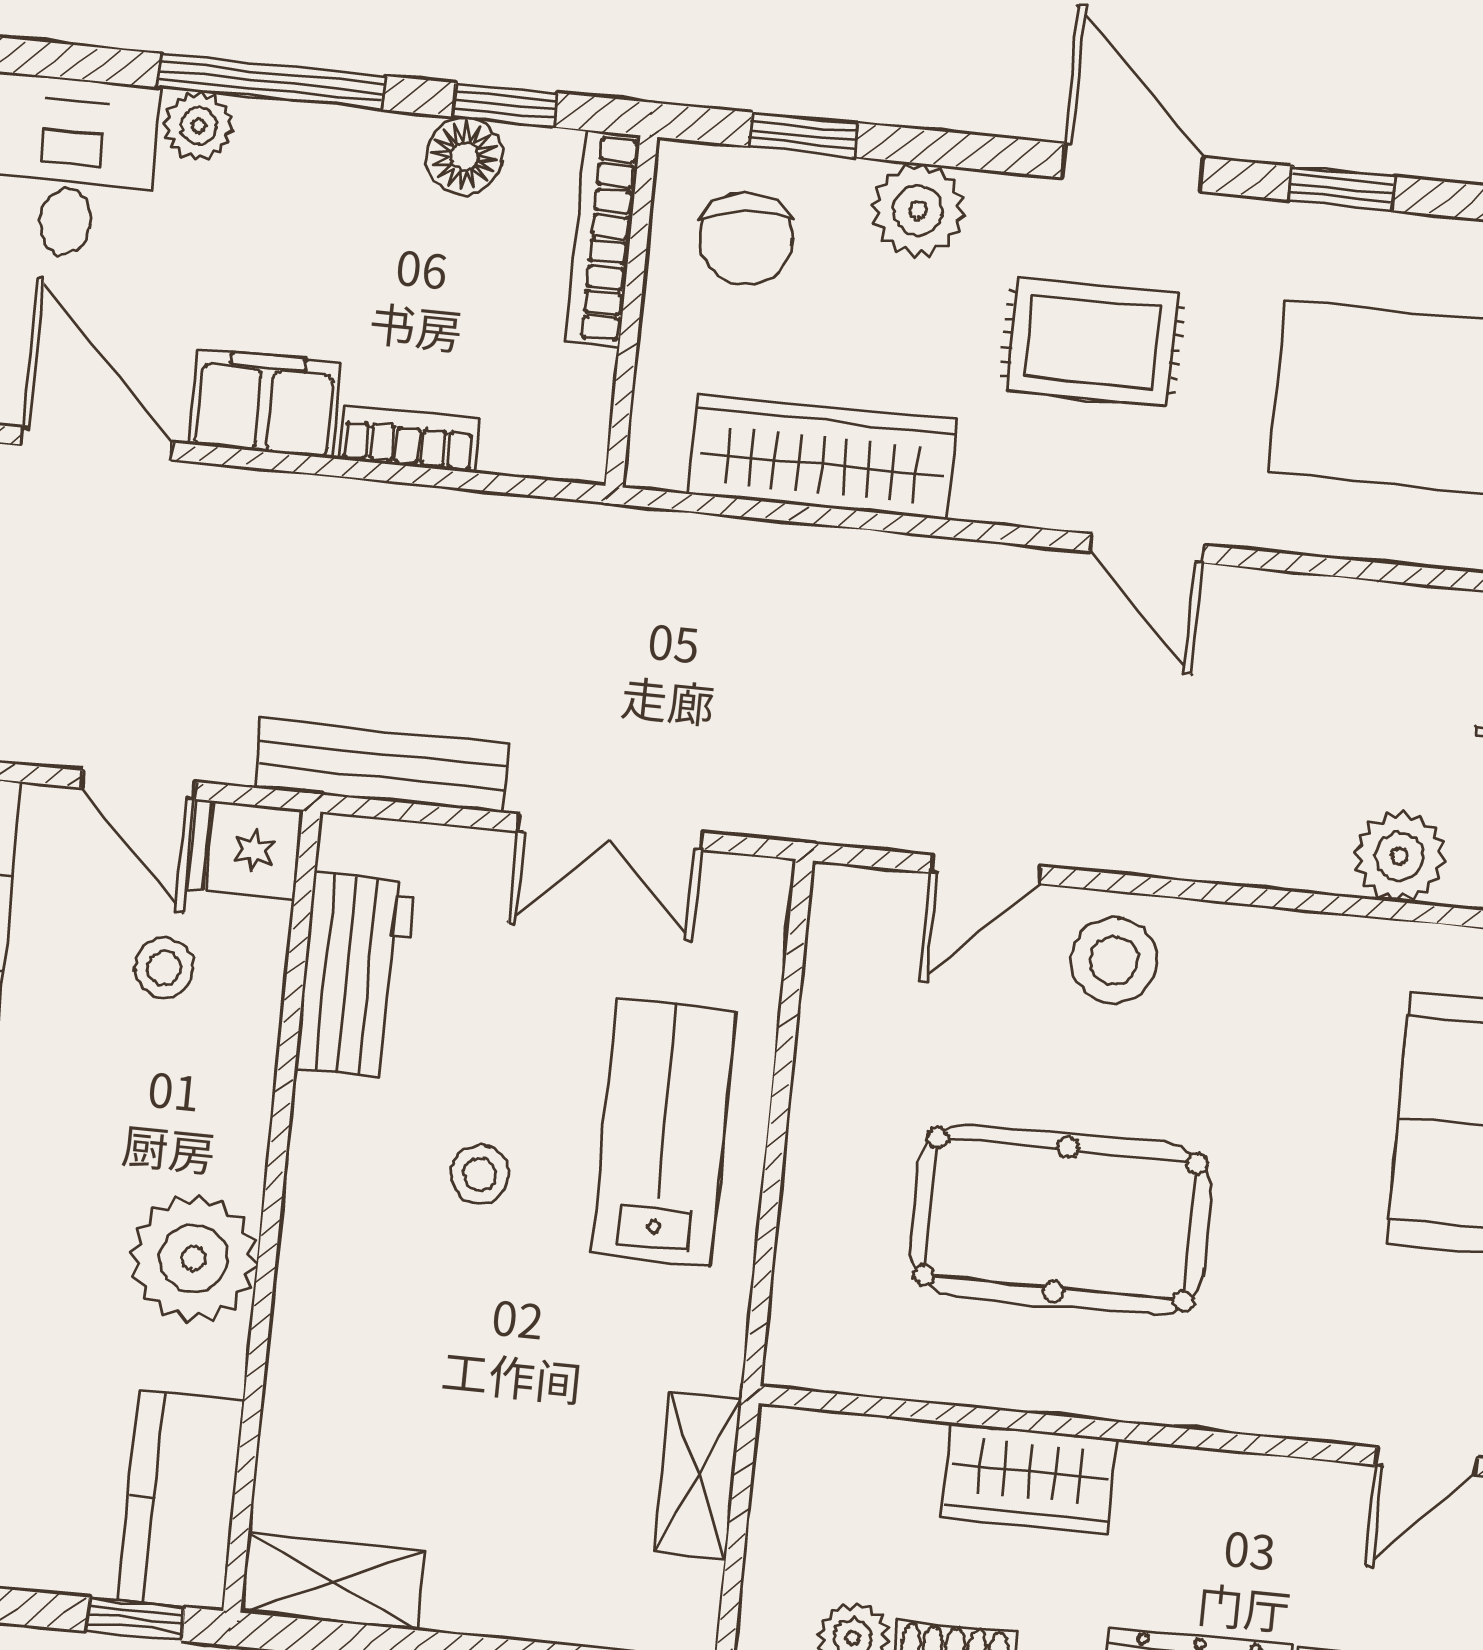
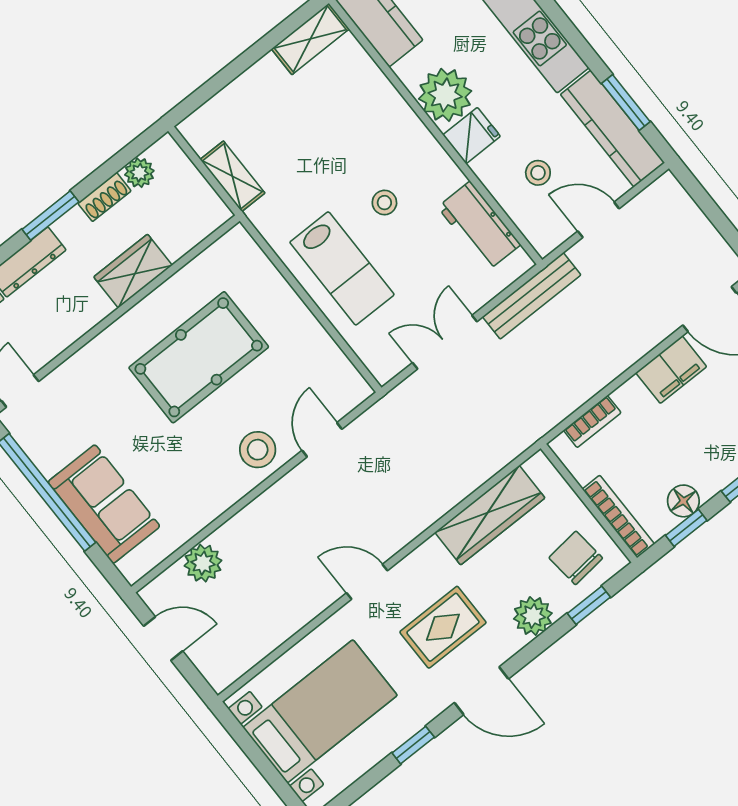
bookcase: (408, 439) -> (592, 421), moved
fridge: (246, 849) -> (472, 136), moved

